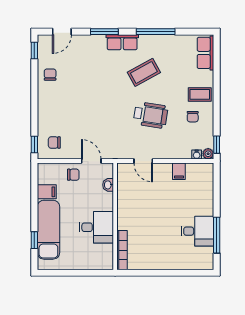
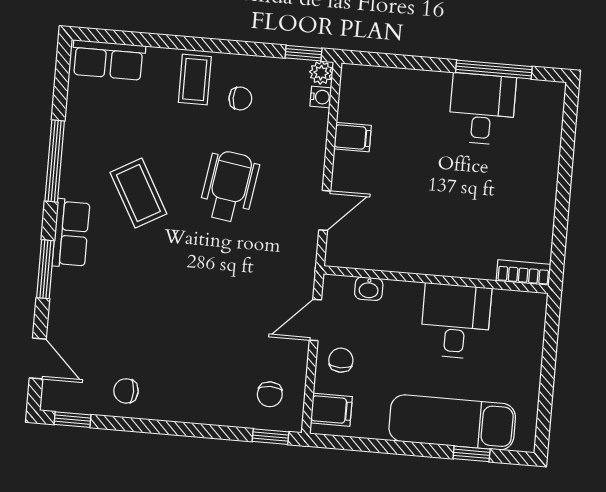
filing cabinet: (47, 192) -> (331, 410), moved, turned 90
bookcase: (122, 250) -> (523, 273), width x0.64

